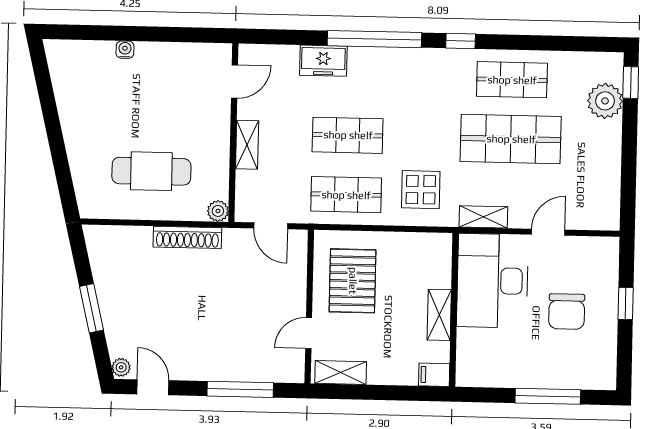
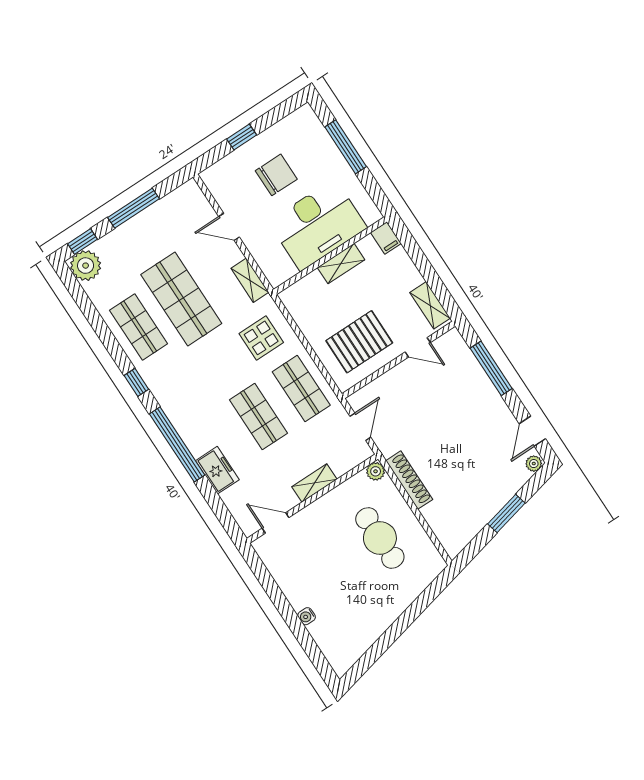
plant: (605, 101) -> (86, 266), moved
window: (629, 153) -> (134, 208), added
desk: (493, 281) -> (318, 225), moved

